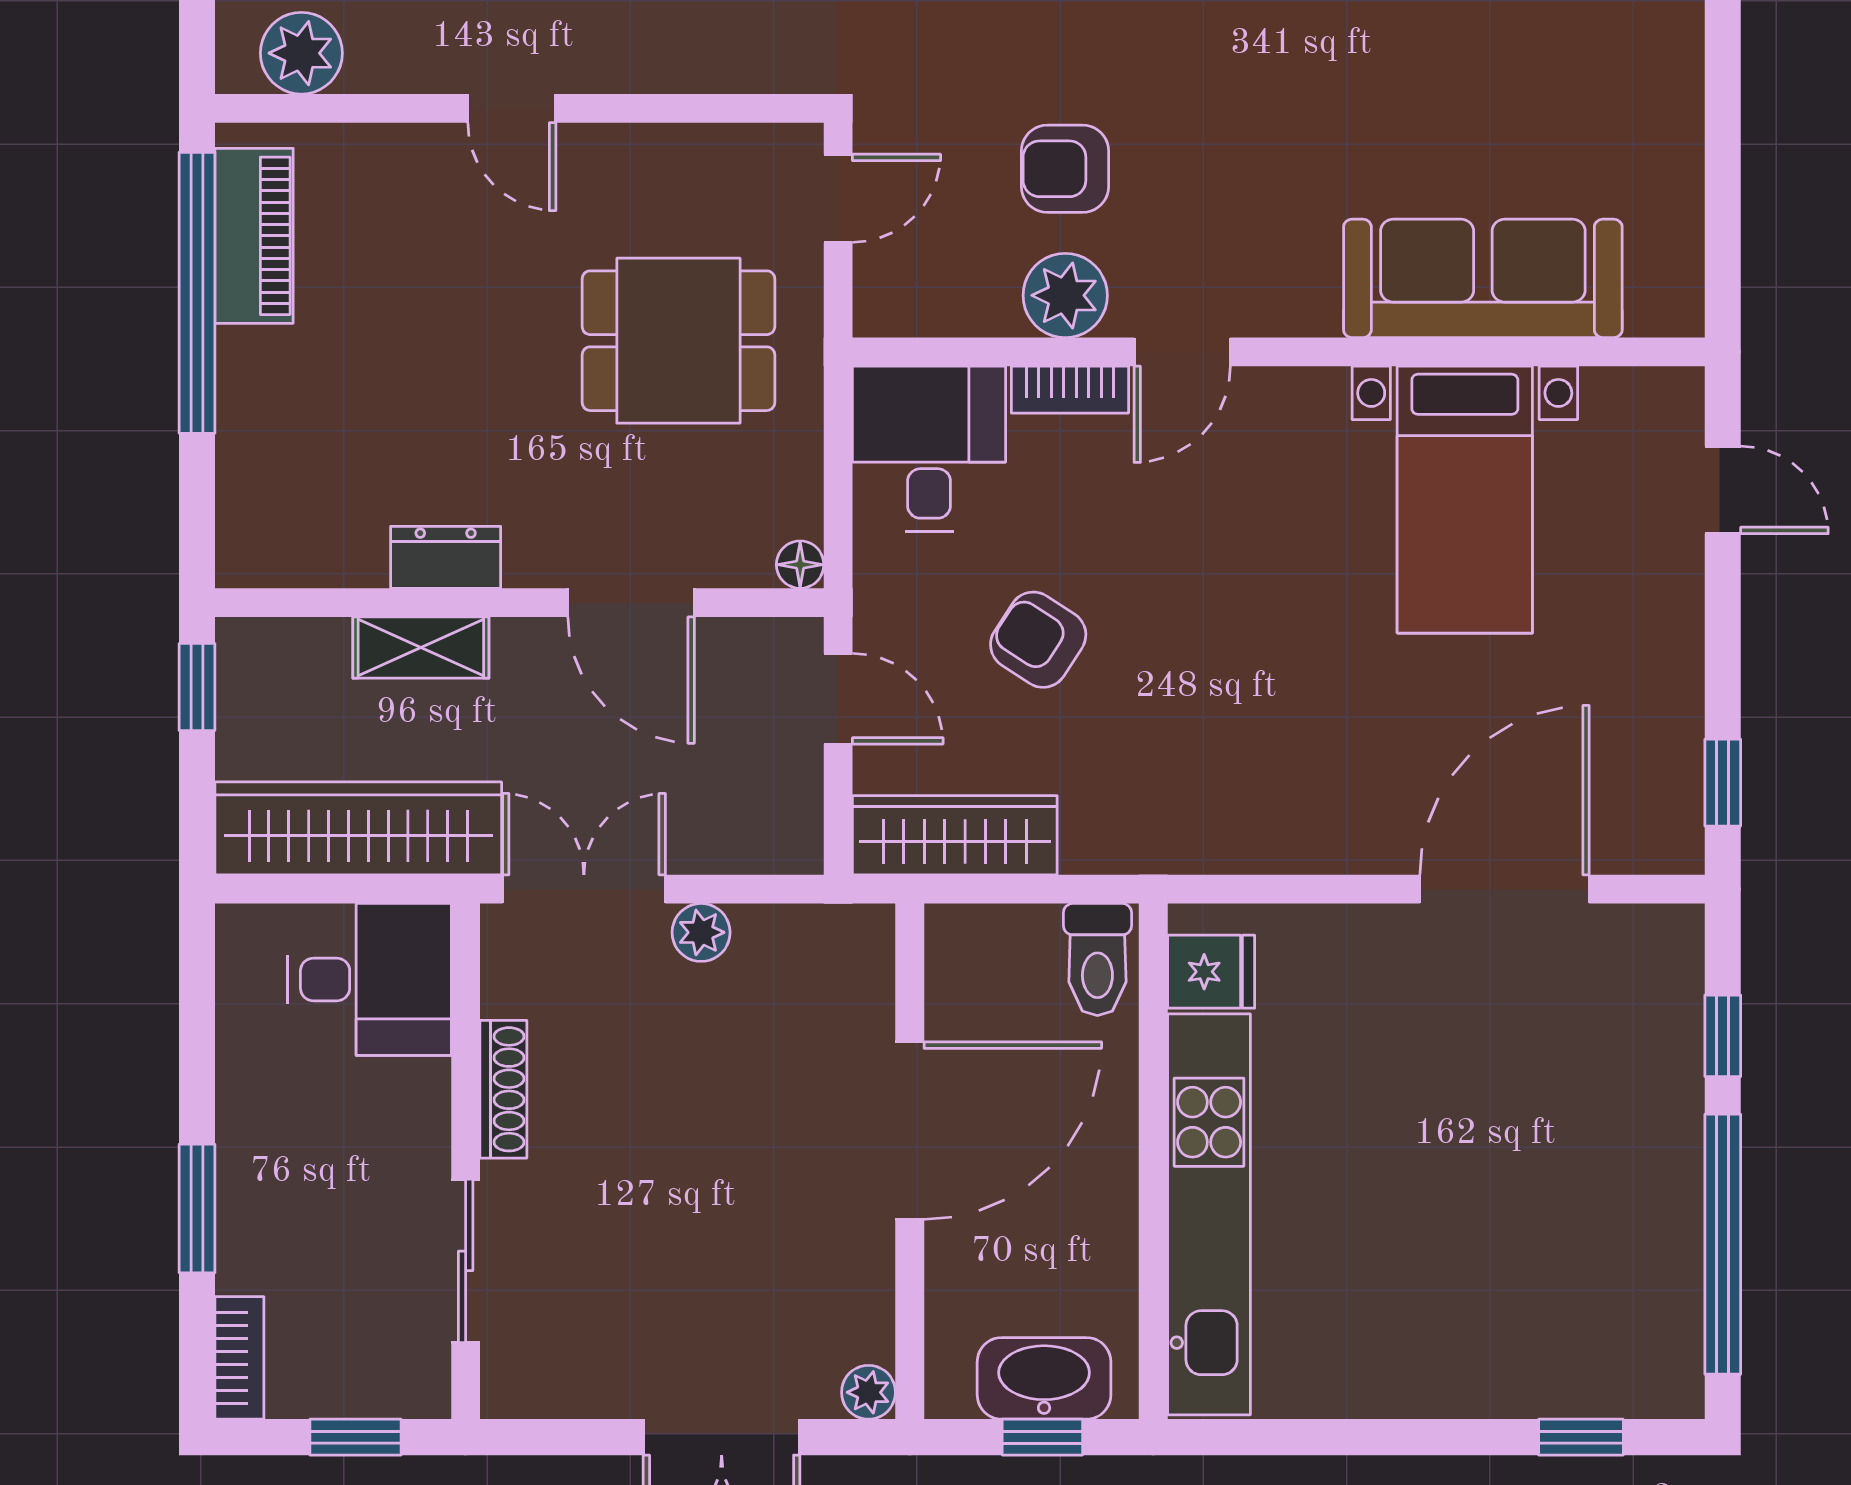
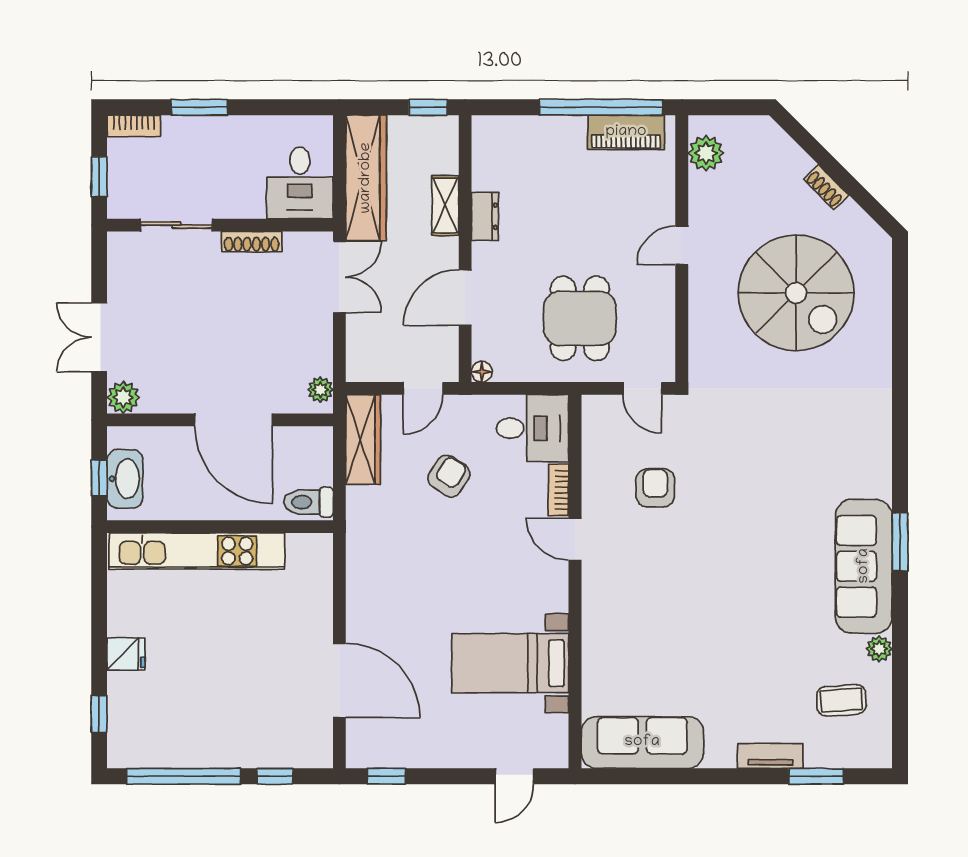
sofa: (1483, 278) -> (642, 742), moved, turned -90
plant: (1065, 295) -> (600, 488), removed
plant: (701, 932) -> (320, 390), moved
fridge: (1211, 972) -> (126, 654), moved, turned -90
plant: (868, 1392) -> (123, 397), width x1.38, depth x1.38

